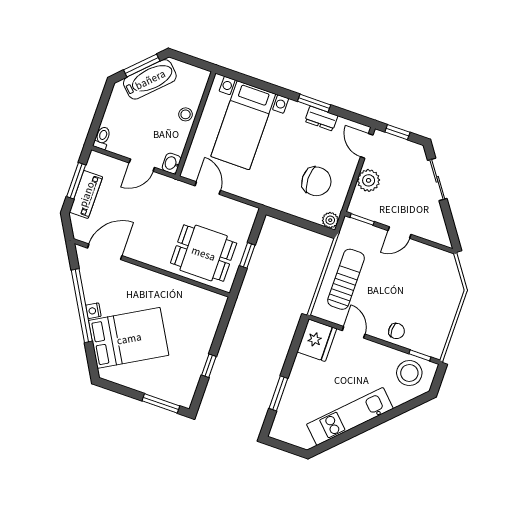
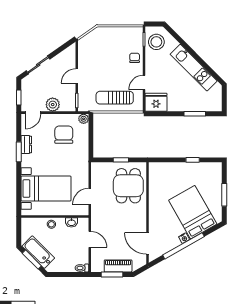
washbasin: (172, 163) -> (71, 222), moved
door: (400, 232) -> (77, 76), swing flipped
window: (161, 403) -> (224, 195), moved

